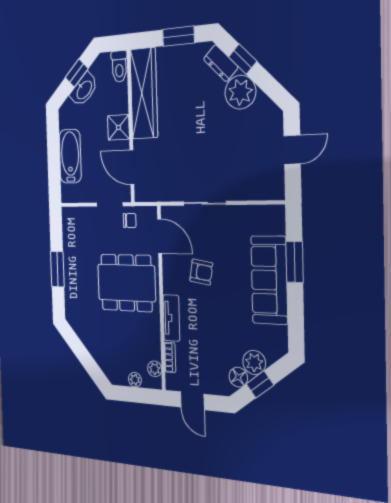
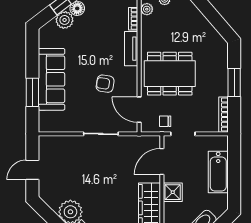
door: (132, 167) -> (162, 162), swing flipped
bookcase: (67, 229) -> (224, 115), added

